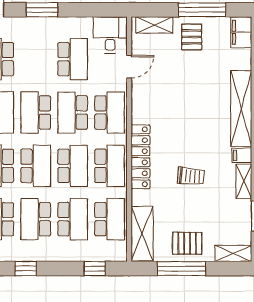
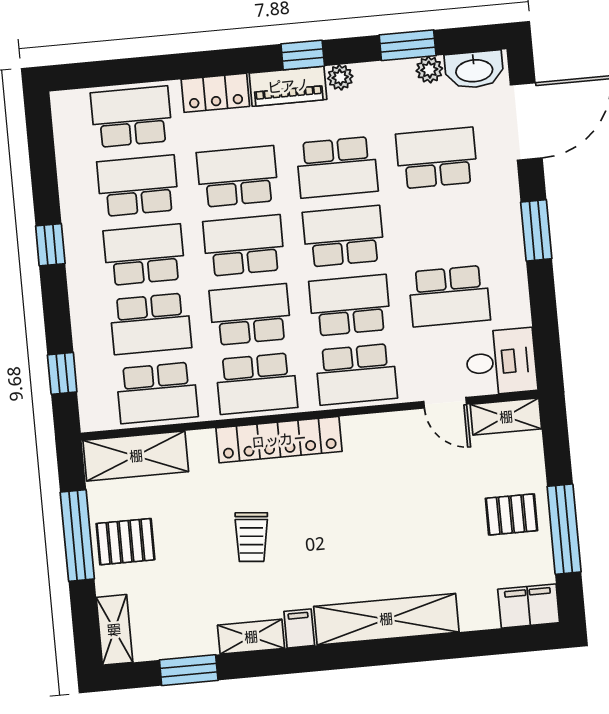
shelving: (154, 25) -> (506, 417), moved, turned 90
school desk: (36, 166) -> (244, 245), turned 180
school desk: (73, 166) -> (250, 315), turned 180
pallet: (187, 243) -> (125, 542), turned 90

